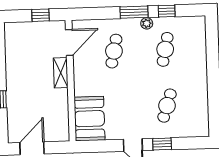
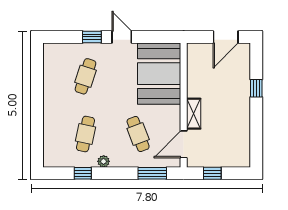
window: (134, 12) -> (152, 173), moved
cafe table: (114, 51) -> (138, 134), turned -33
booth: (89, 119) -> (159, 74), width x1.36, depth x1.42

